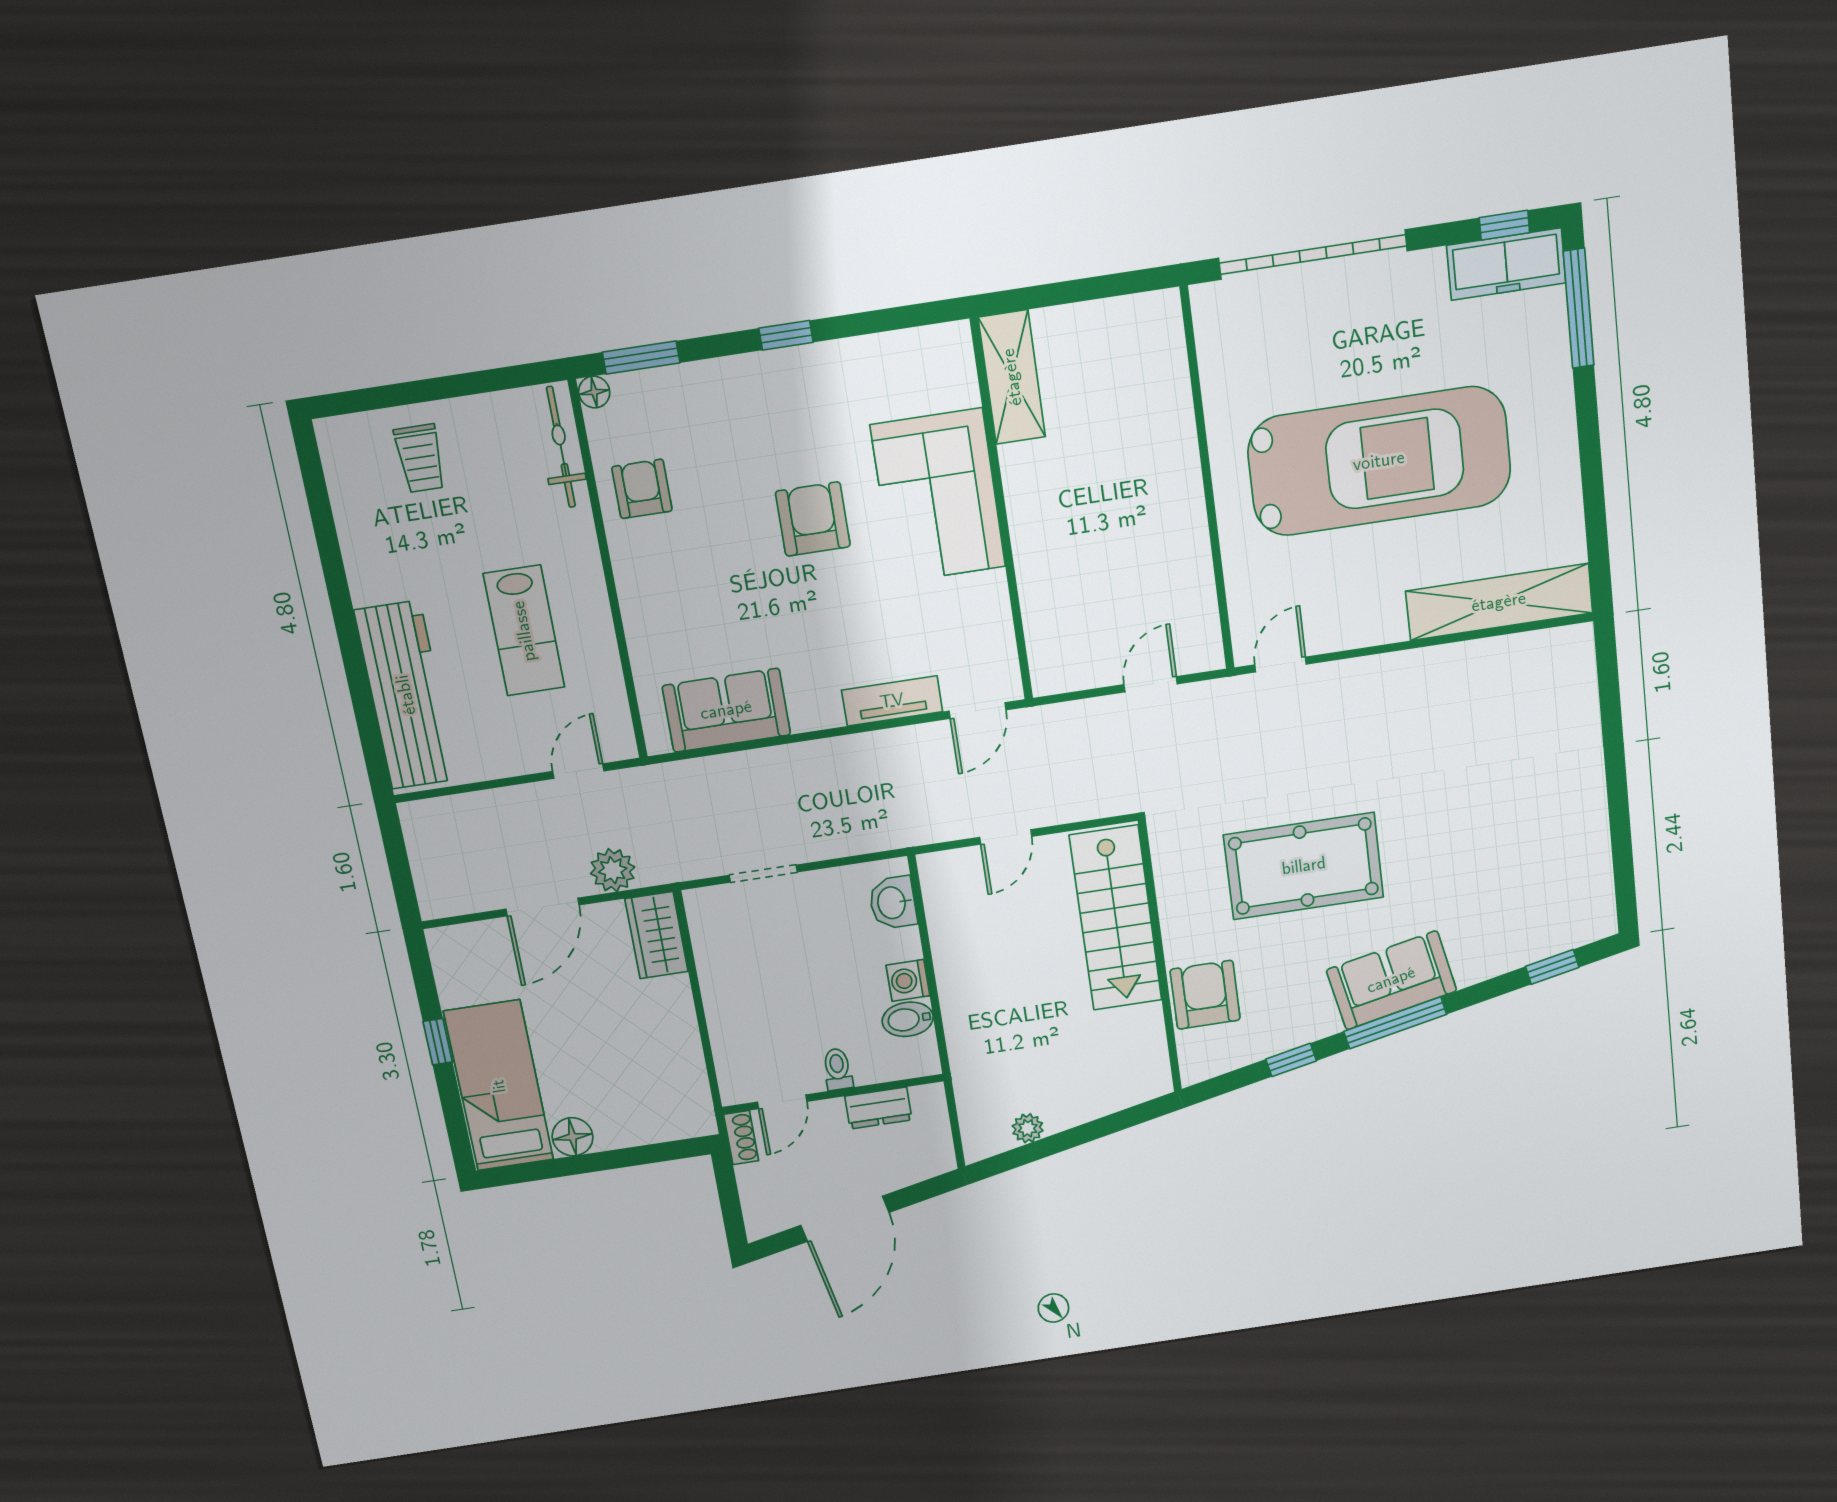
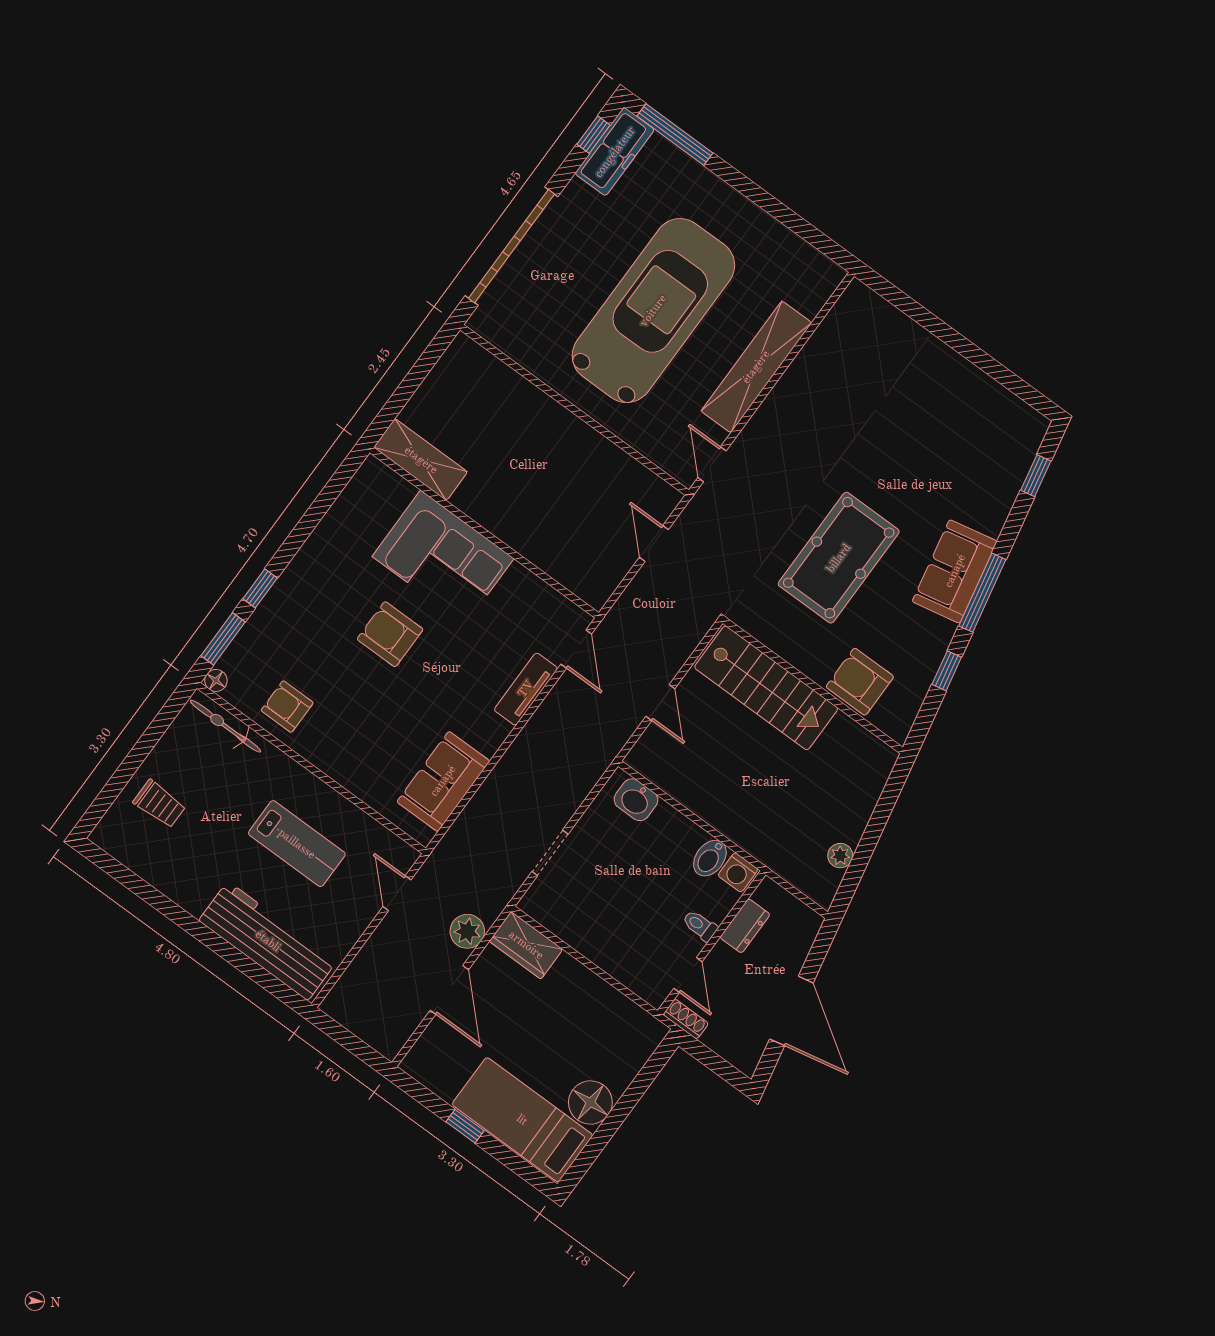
window: (786, 335) -> (260, 588), moved
shelving: (1499, 602) -> (756, 367), moved
washing machine: (908, 980) -> (738, 872), moved
floor lamp: (572, 1137) -> (590, 1102), width x1.38, depth x1.38

